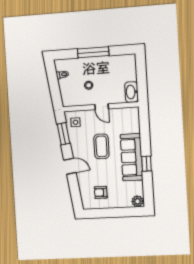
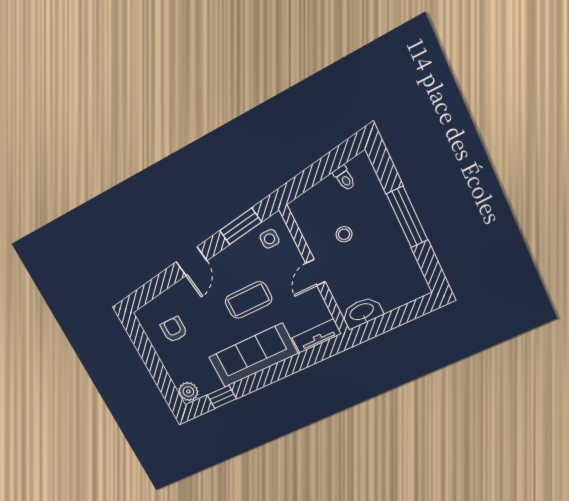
tv unit: (135, 120) -> (317, 336), added
window: (147, 164) -> (222, 397), moved

